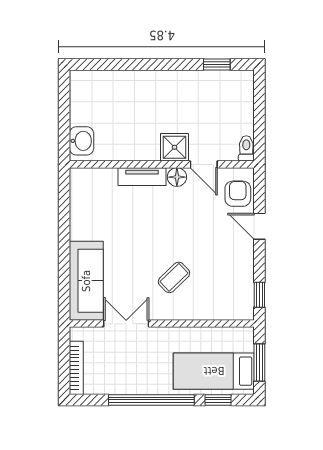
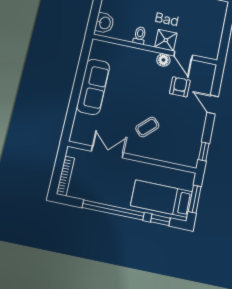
toilet: (246, 148) -> (140, 35), moved
tv unit: (142, 177) -> (140, 55), removed
armchair: (238, 194) -> (180, 87), moved
sofa: (86, 281) -> (93, 87), moved

